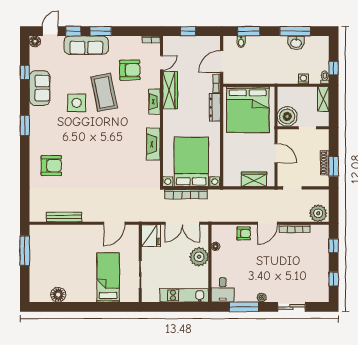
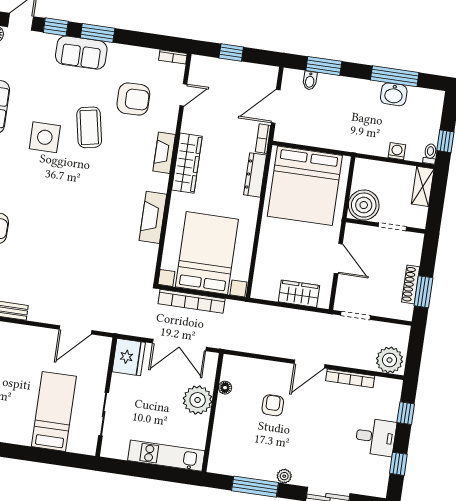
sofa: (86, 45) -> (81, 53), width x0.73
wardrobe: (170, 90) -> (187, 163), moved
coffee table: (104, 92) -> (89, 127), width x0.73, depth x0.76
armchair: (244, 233) -> (273, 405), moved, turned -90
desk: (223, 290) -> (376, 437), moved, turned -90

